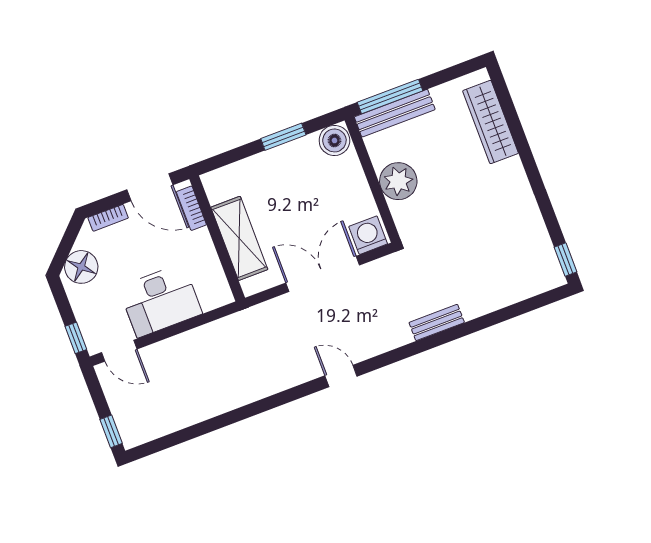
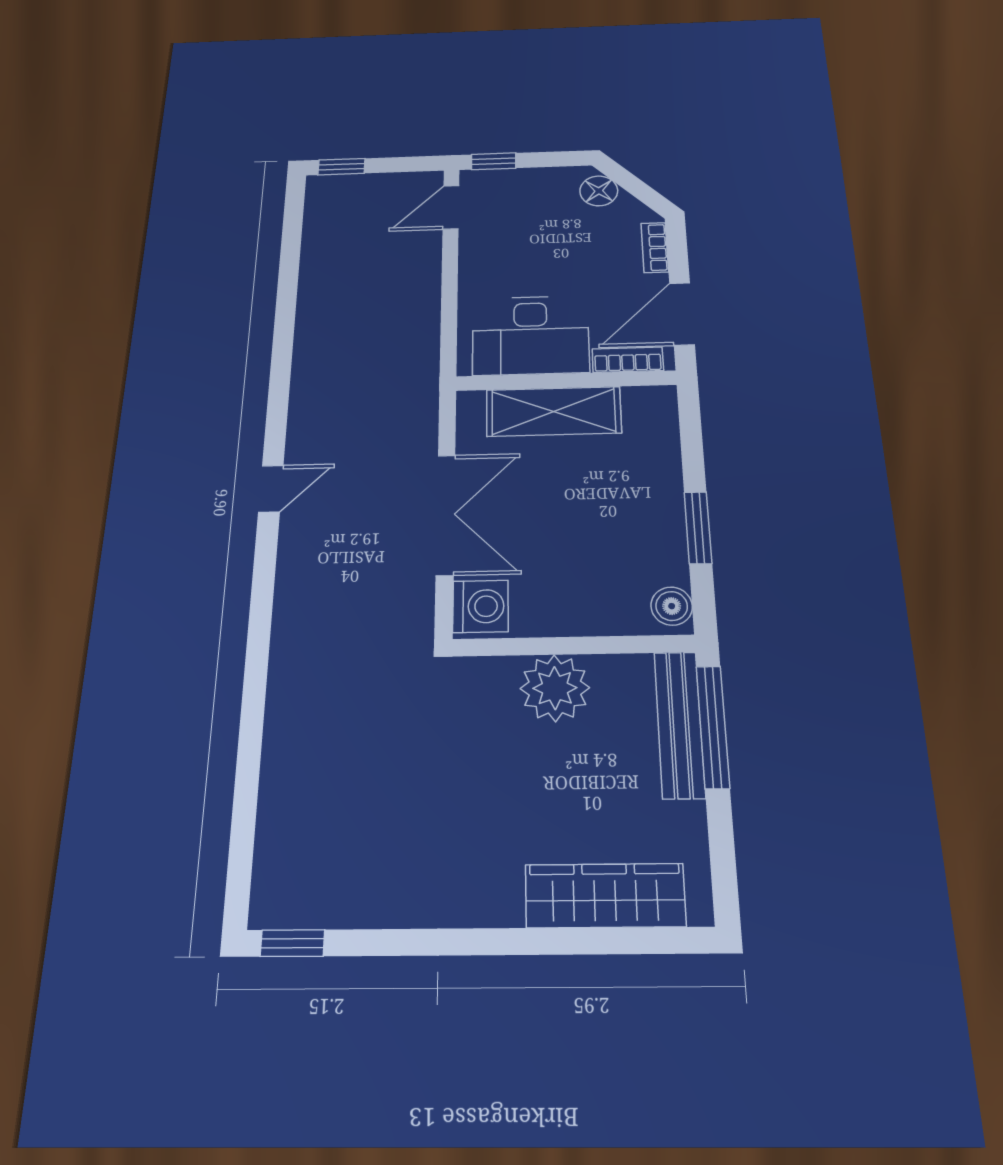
boiler: (334, 140) -> (672, 606), width x0.73, depth x0.73
floor lamp: (81, 267) -> (599, 191), width x0.73, depth x0.73
desk: (160, 300) -> (531, 335), moved, turned -90
bench: (437, 322) -> (286, 667), removed

